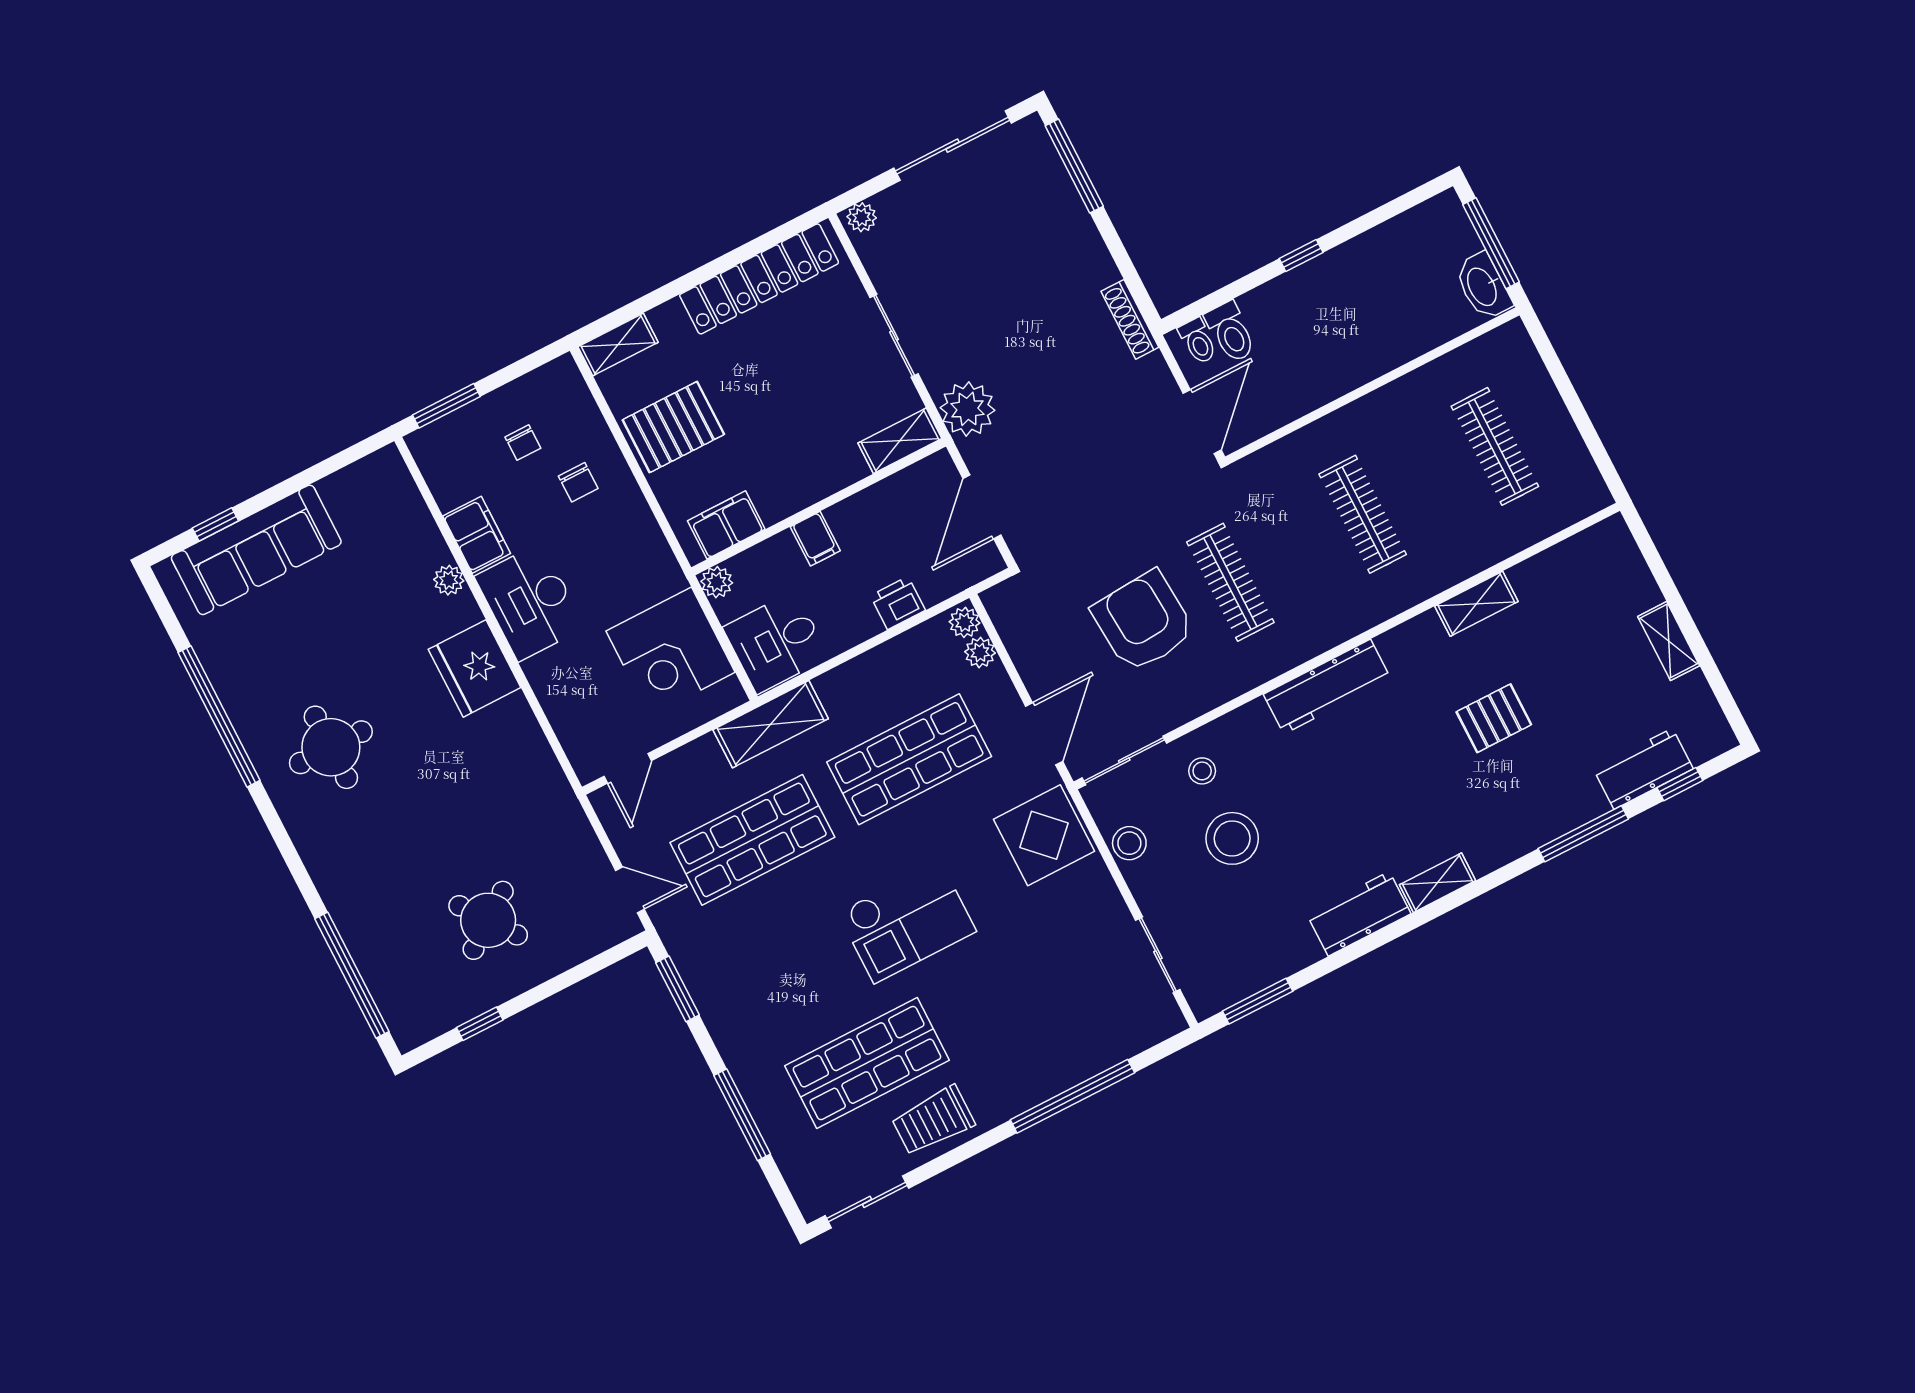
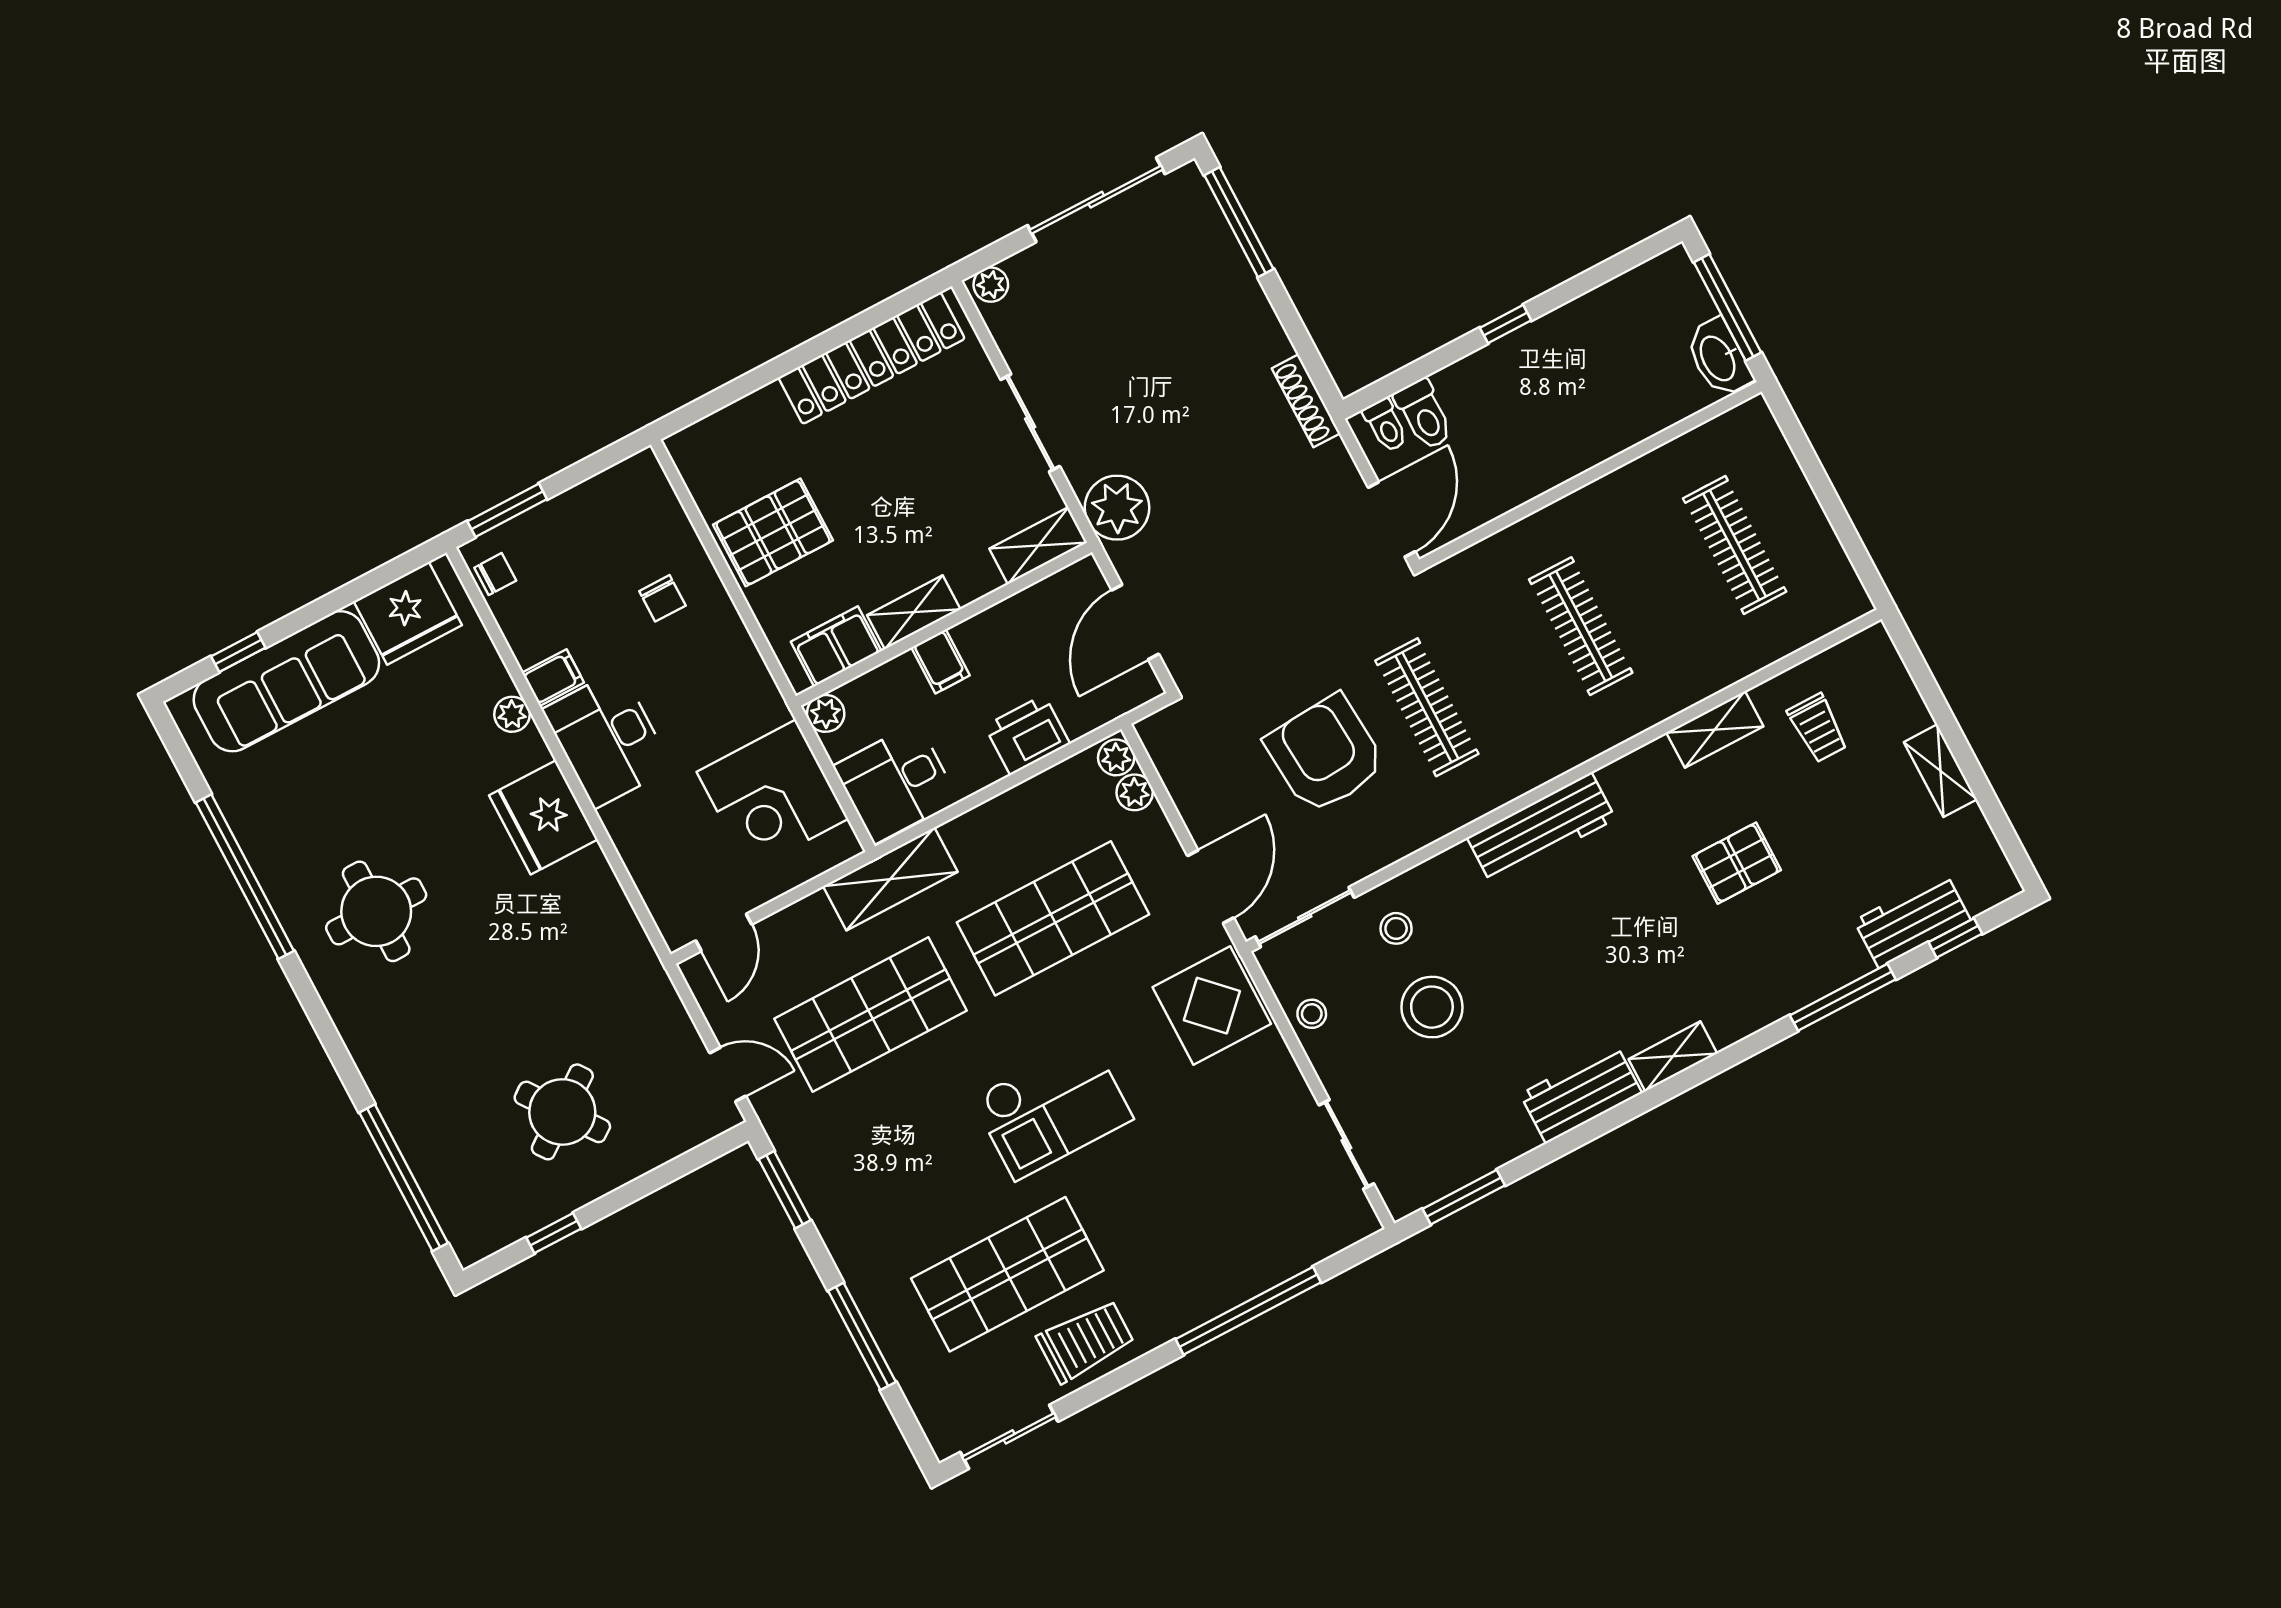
shelving: (618, 344) -> (914, 612), moved
chair: (523, 443) -> (495, 574), moved, turned -90
fridge: (361, 493) -> (408, 613), added
filing cabinet: (477, 535) -> (553, 678), width x0.50
printer: (898, 603) -> (1027, 735), width x1.36, depth x1.24
trolley: (1564, 603) -> (1818, 728), added
stool: (1129, 843) -> (1312, 1014), width x0.73, depth x0.73
trolley: (933, 1121) -> (1086, 1341), turned 180

